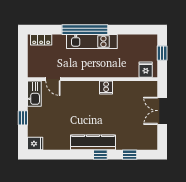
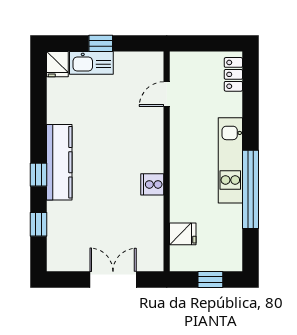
window: (85, 30) -> (250, 189), moved
fridge: (146, 70) -> (183, 234), moved
kitchen sink: (34, 94) -> (91, 63), moved

